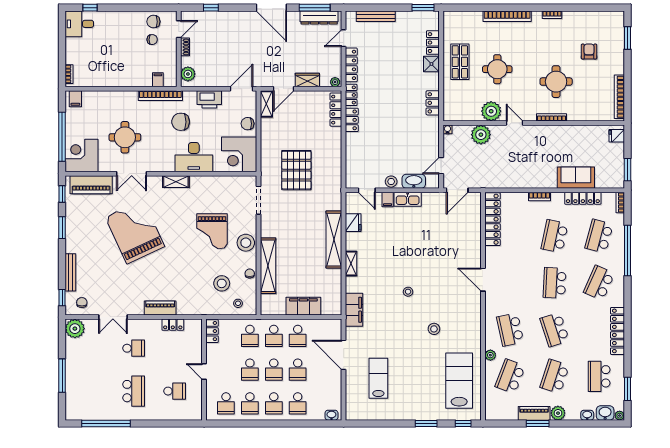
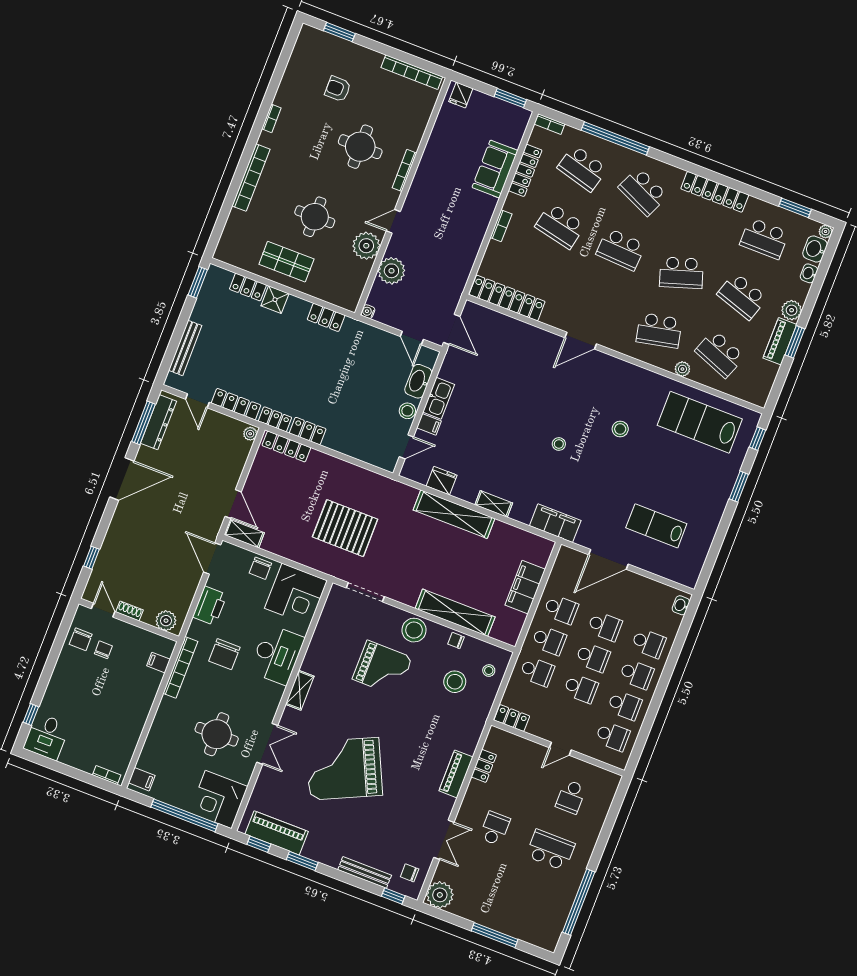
wardrobe: (307, 80) -> (234, 469), removed
piano: (91, 185) -> (277, 833), moved, turned -90
school desk: (175, 391) -> (571, 797), turned 180

